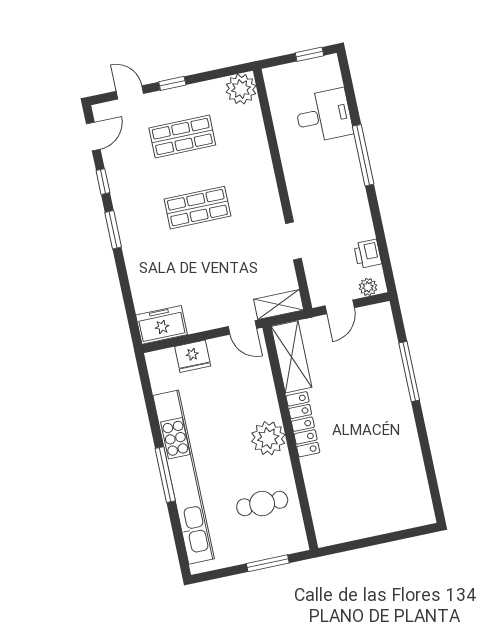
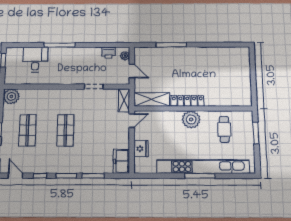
window: (124, 279) -> (93, 176), added

